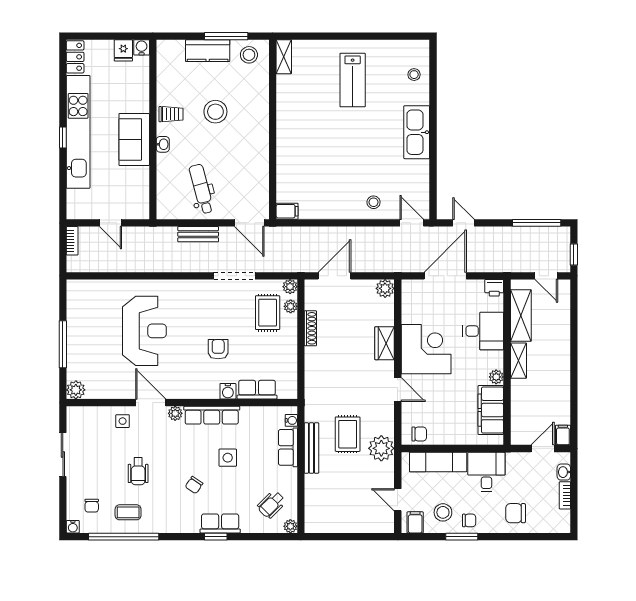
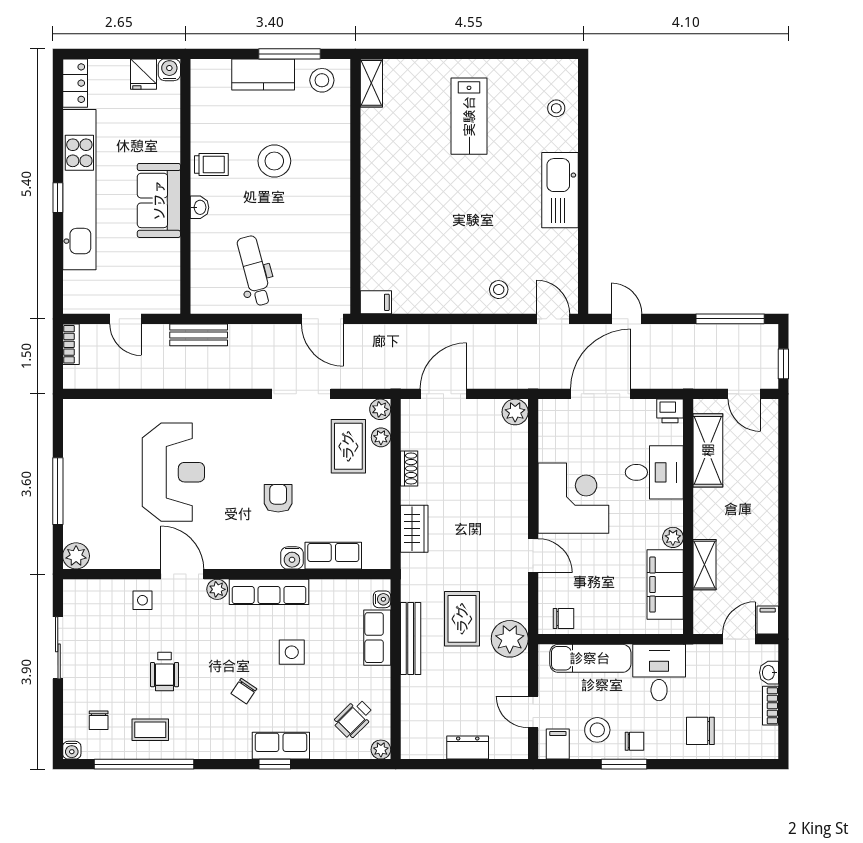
bench: (198, 234) -> (199, 335), moved
shoe rack: (310, 328) -> (409, 469), width x0.70
wardrobe: (385, 343) -> (414, 529), moved, turned 180
shelving: (519, 361) -> (705, 565), moved
dresser: (352, 525) -> (468, 748), added

